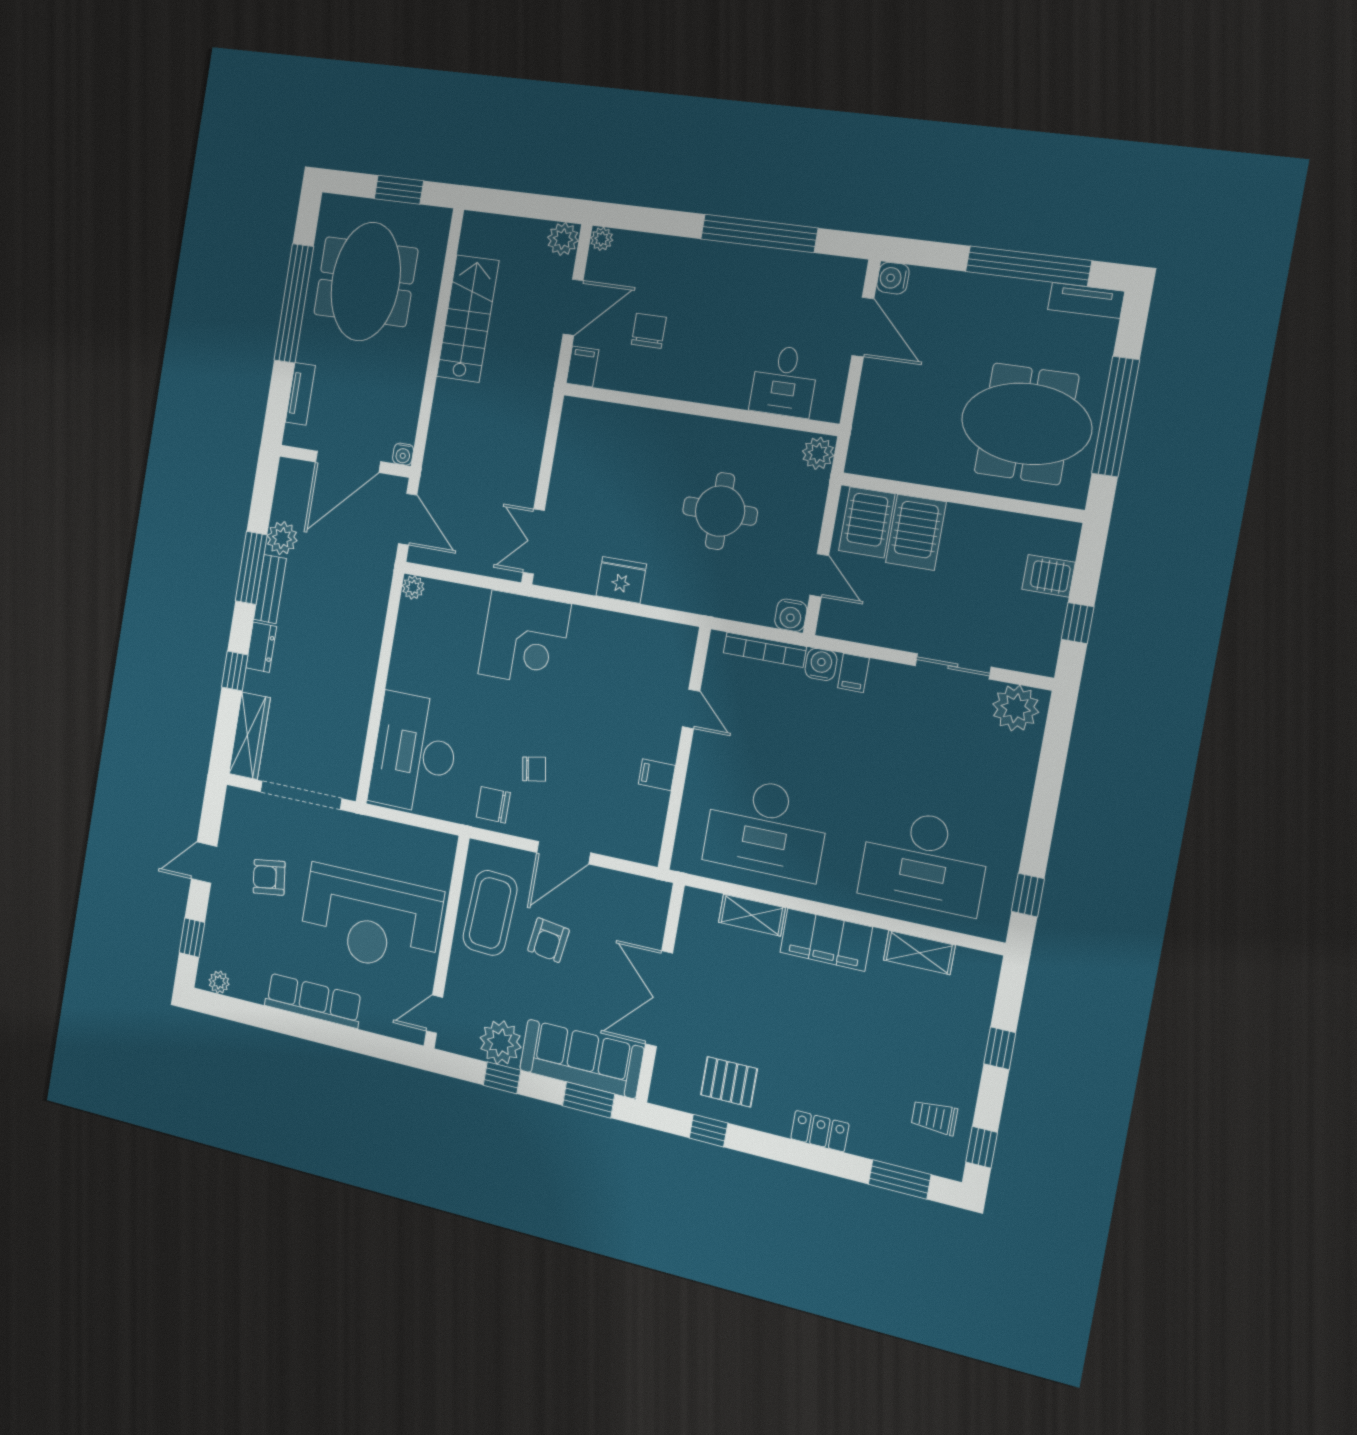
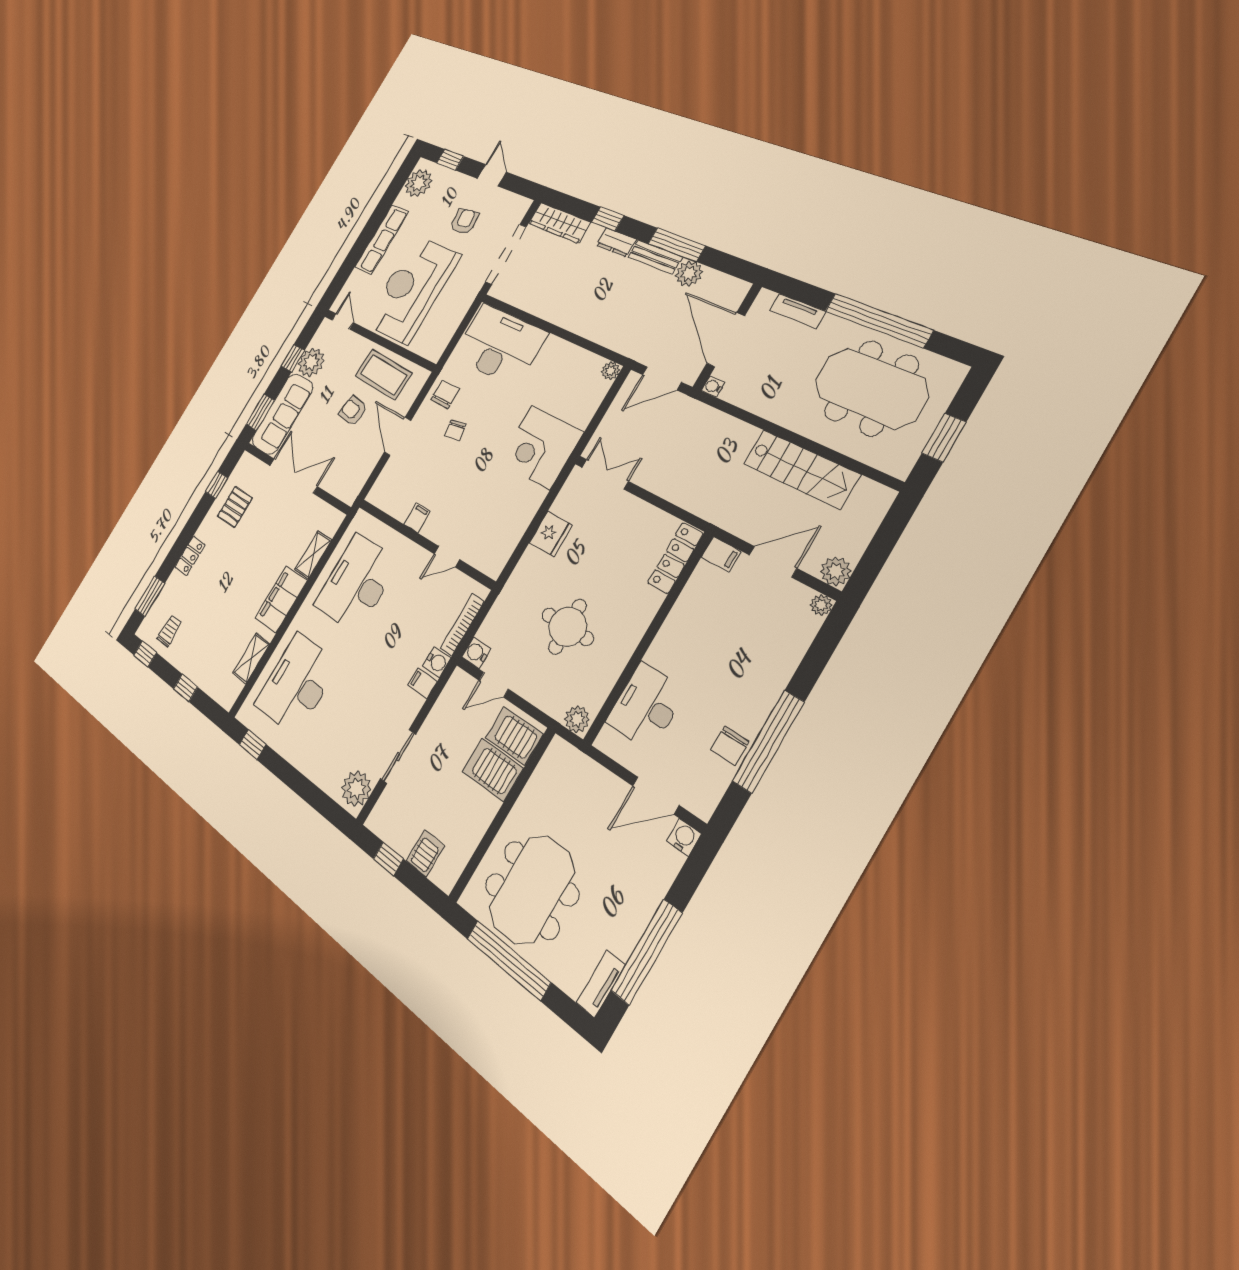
door: (573, 307) -> (773, 562), swing flipped
chair: (649, 331) -> (730, 746), moved, turned 90
desk: (784, 381) -> (646, 706), width x1.37
locker: (602, 416) -> (675, 558), added
plant: (219, 982) -> (419, 183), width x1.88, depth x1.88

